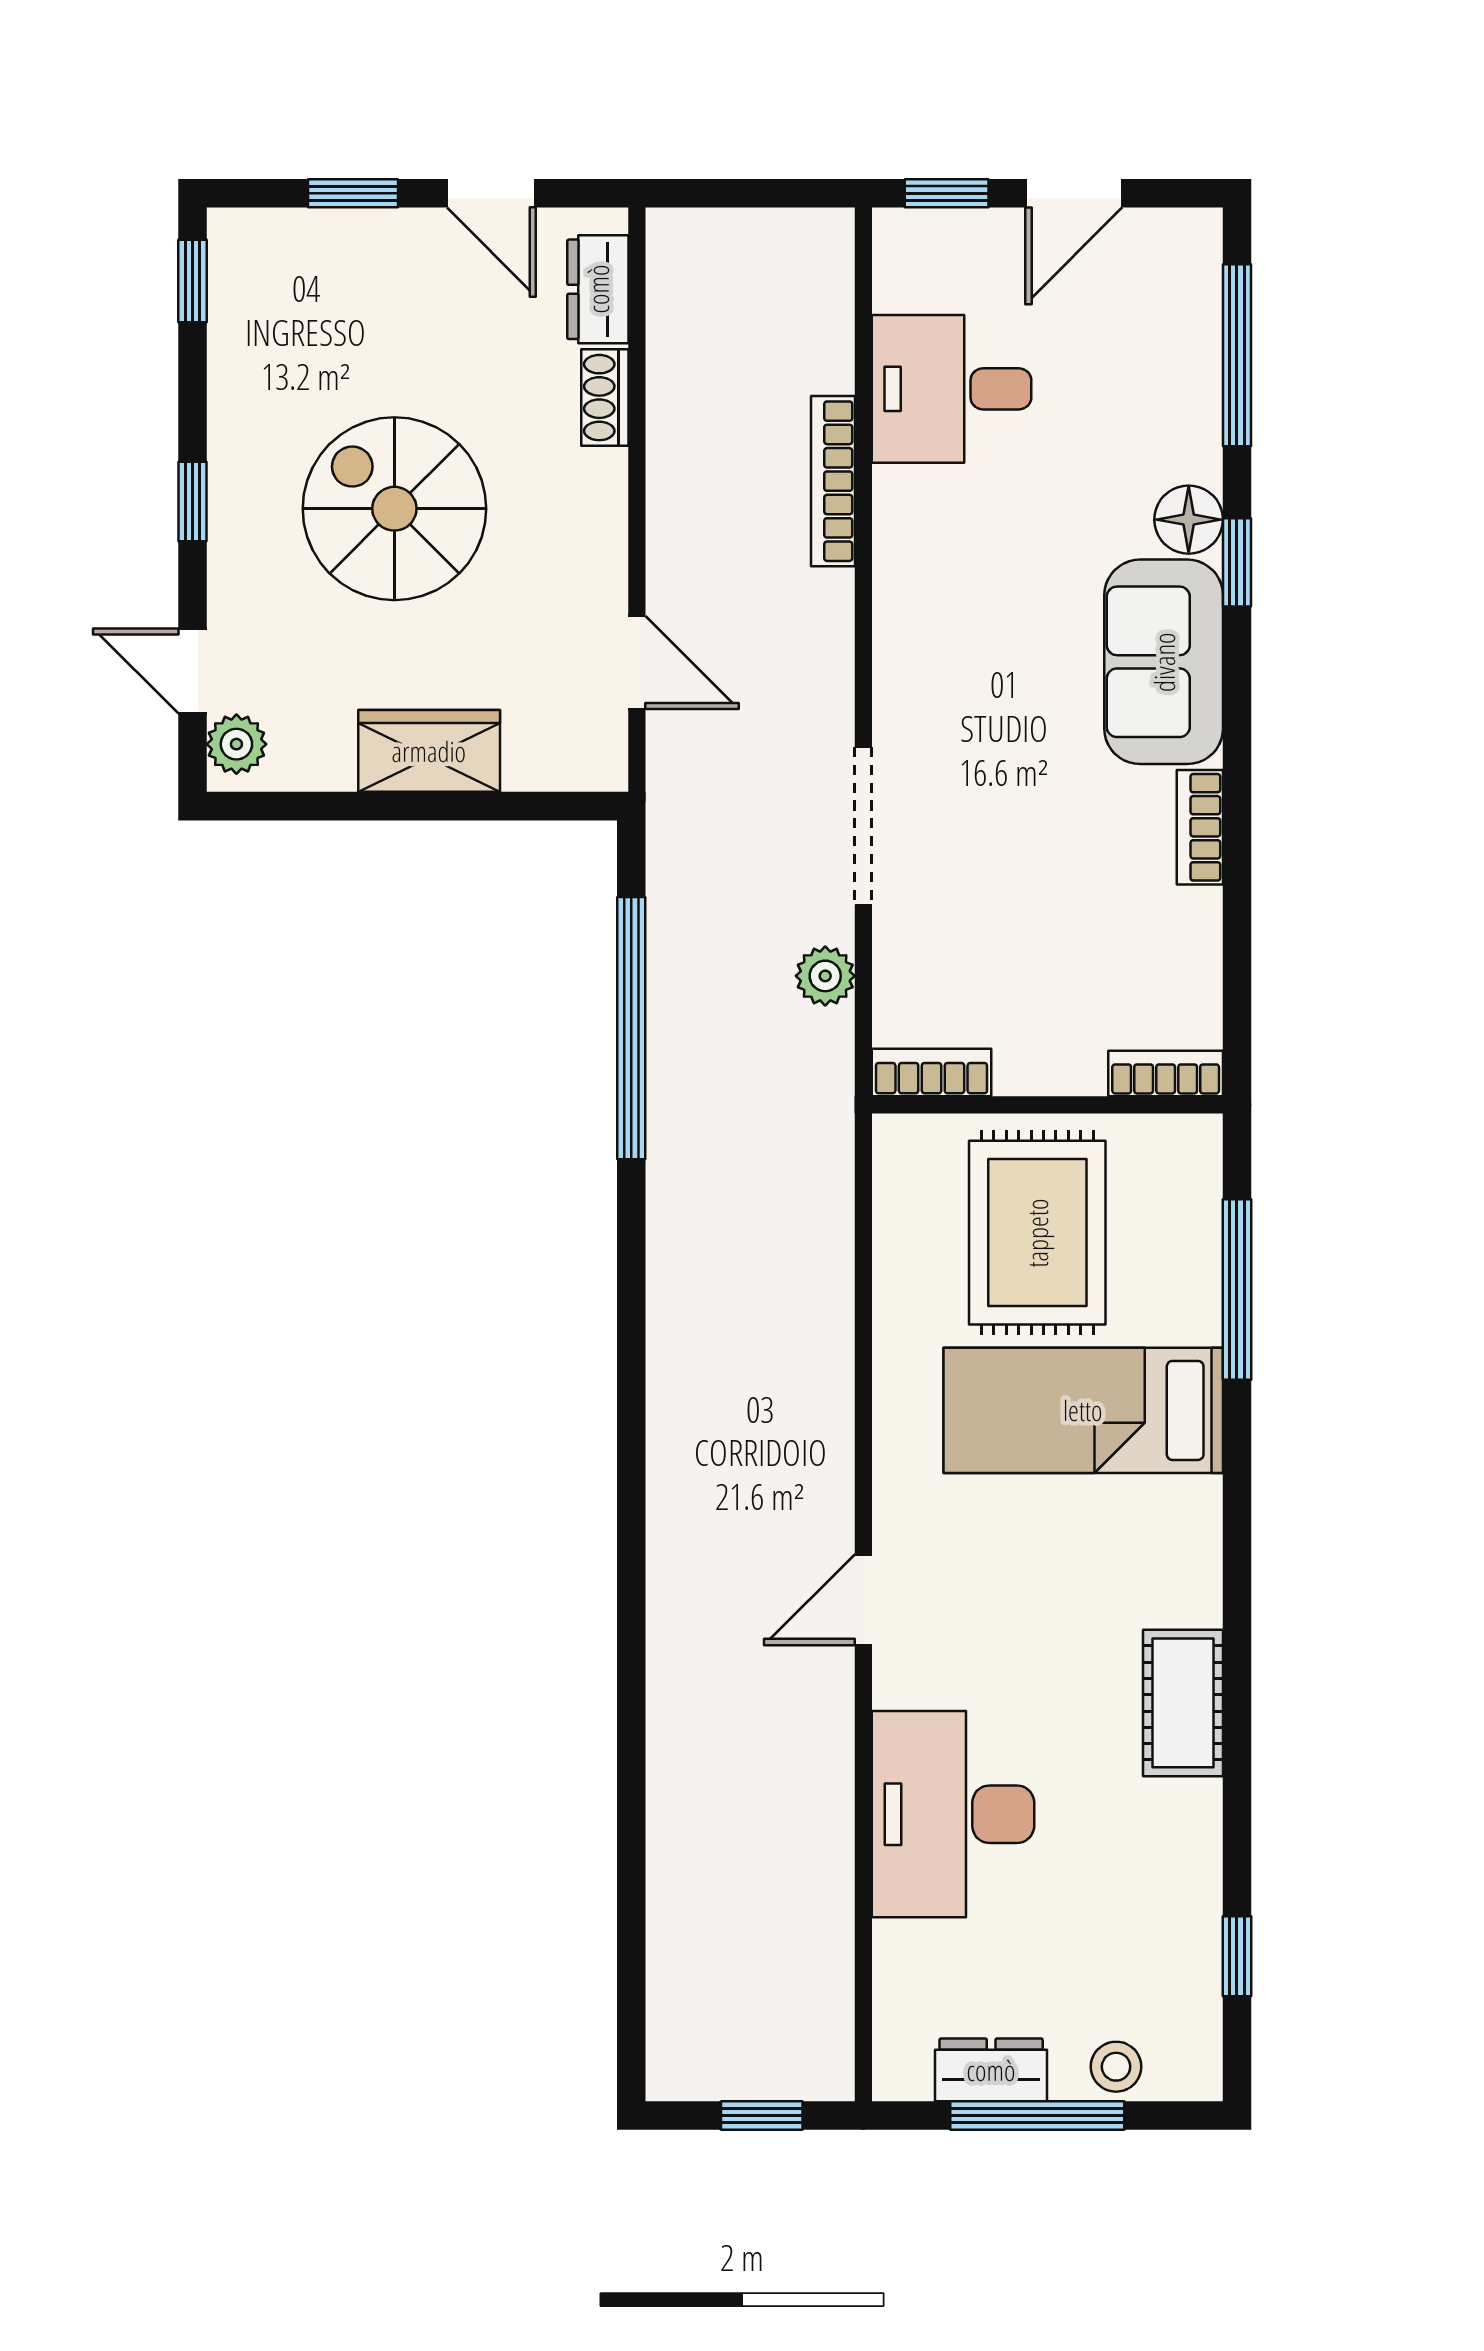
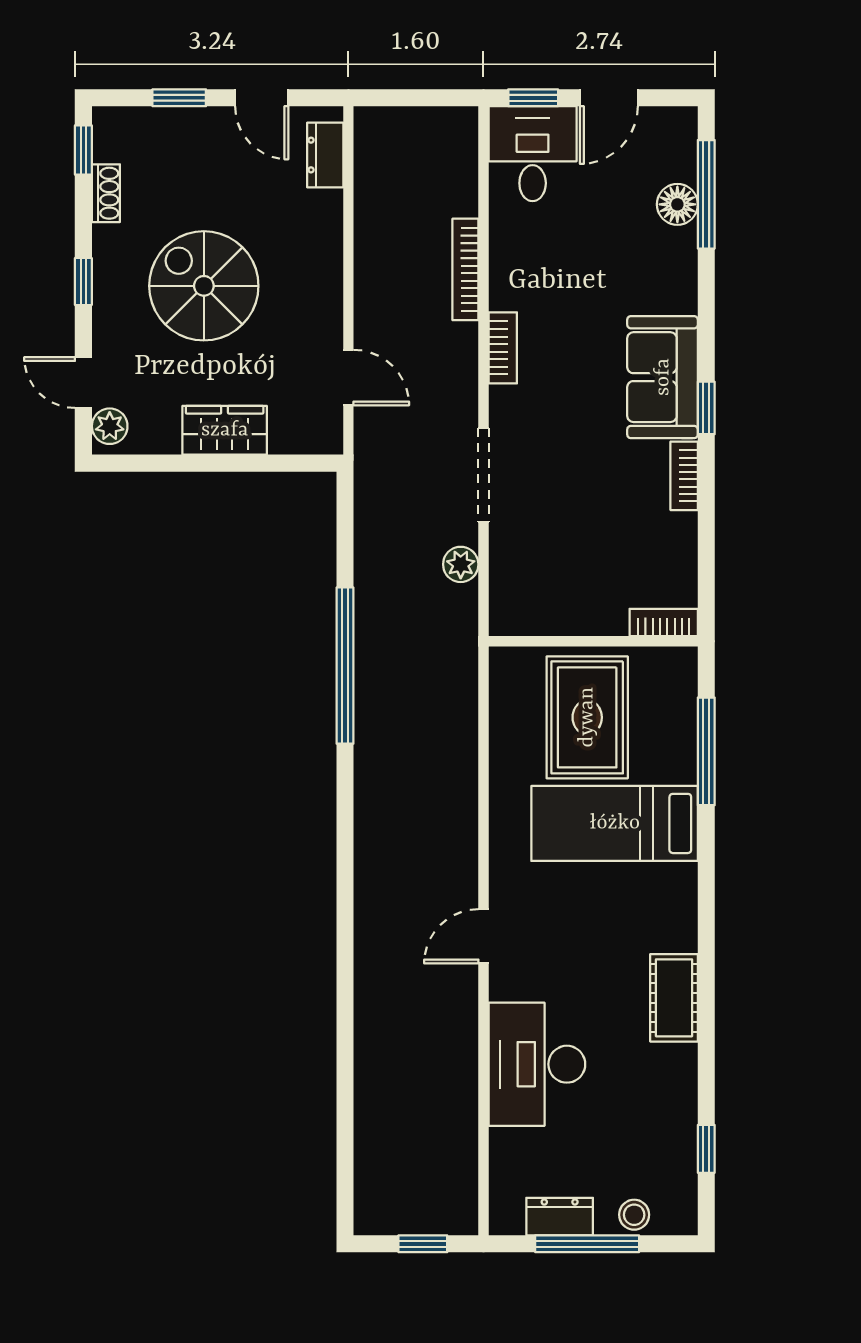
desk: (951, 389) -> (533, 154), moved, turned 90
shoe rack: (605, 398) -> (106, 193), moved, turned 180
floor lamp: (1189, 520) -> (677, 204), moved
window: (1237, 562) -> (706, 408), moved
window: (631, 1028) -> (345, 666), moved
bookcase: (932, 1072) -> (503, 348), moved, turned 90

